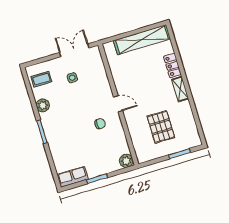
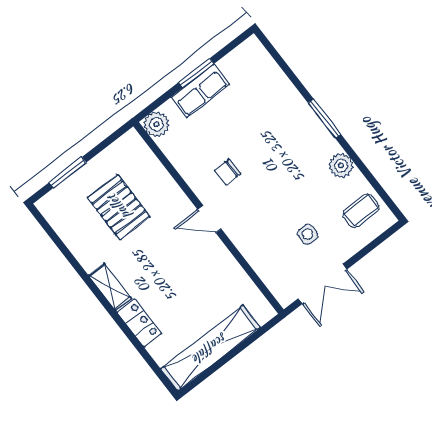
row of seats: (73, 177) -> (200, 91), moved

